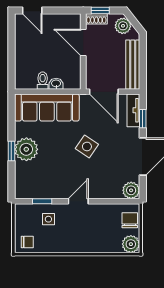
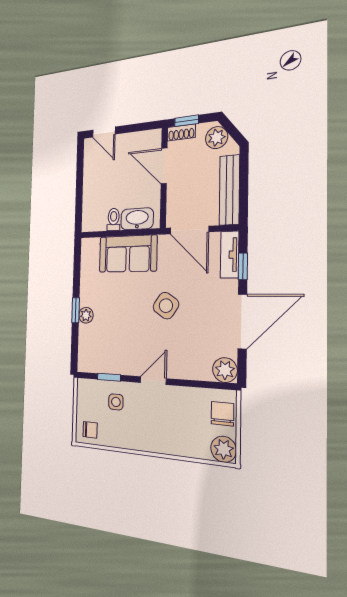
washbasin: (56, 84) -> (137, 219), width x1.91, depth x1.45
sofa: (47, 108) -> (128, 254), width x0.73
plant: (26, 149) -> (86, 315), width x0.53, depth x0.53

